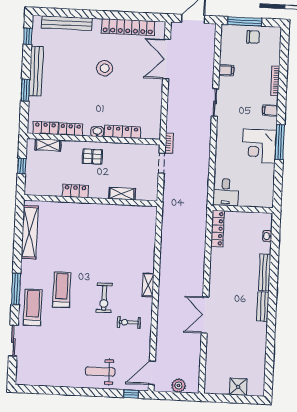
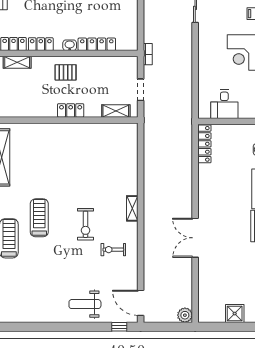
doorway: (162, 163) -> (141, 90), moved
locker: (75, 191) -> (71, 110), moved
desk: (226, 192) -> (224, 104), moved
shelving: (122, 194) -> (116, 111), moved
door: (152, 373) -> (141, 303), hinge flipped
plant: (179, 385) -> (185, 315), moved

